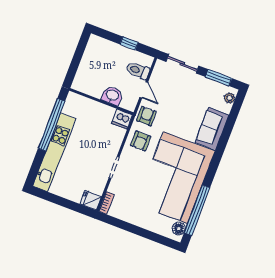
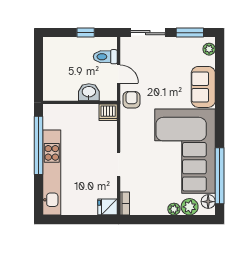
armchair: (141, 141) -> (135, 127), removed
plant: (147, 224) -> (174, 209), added
plant: (161, 227) -> (190, 207), added

